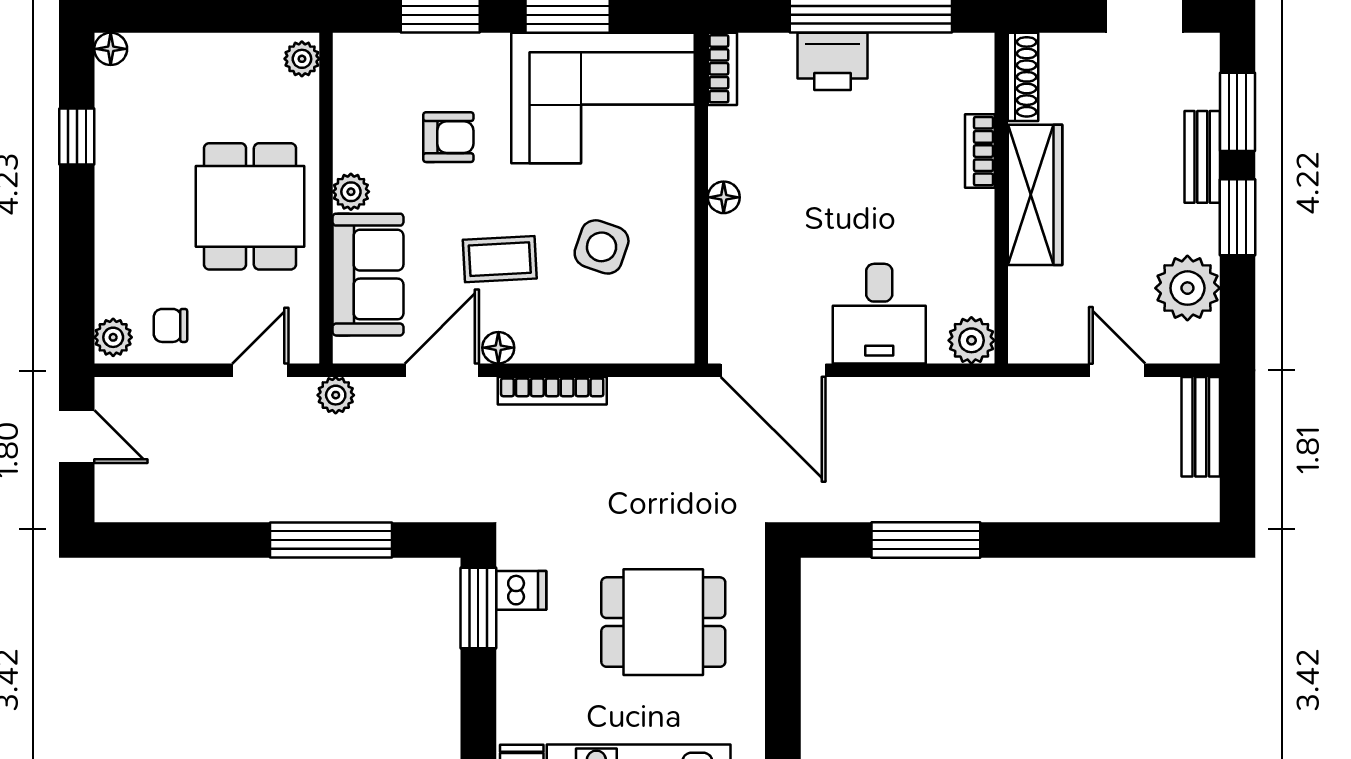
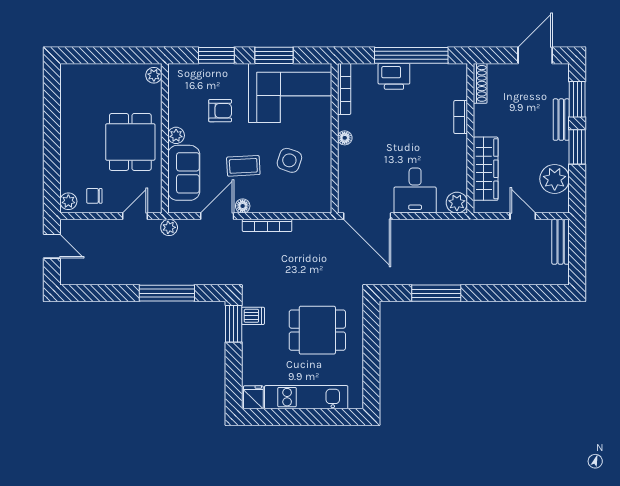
floor lamp: (111, 49) -> (67, 71), removed
bookcase: (722, 69) -> (344, 89), width x1.56
window: (77, 137) -> (52, 110), removed
wardrobe: (1035, 195) -> (486, 169), moved

